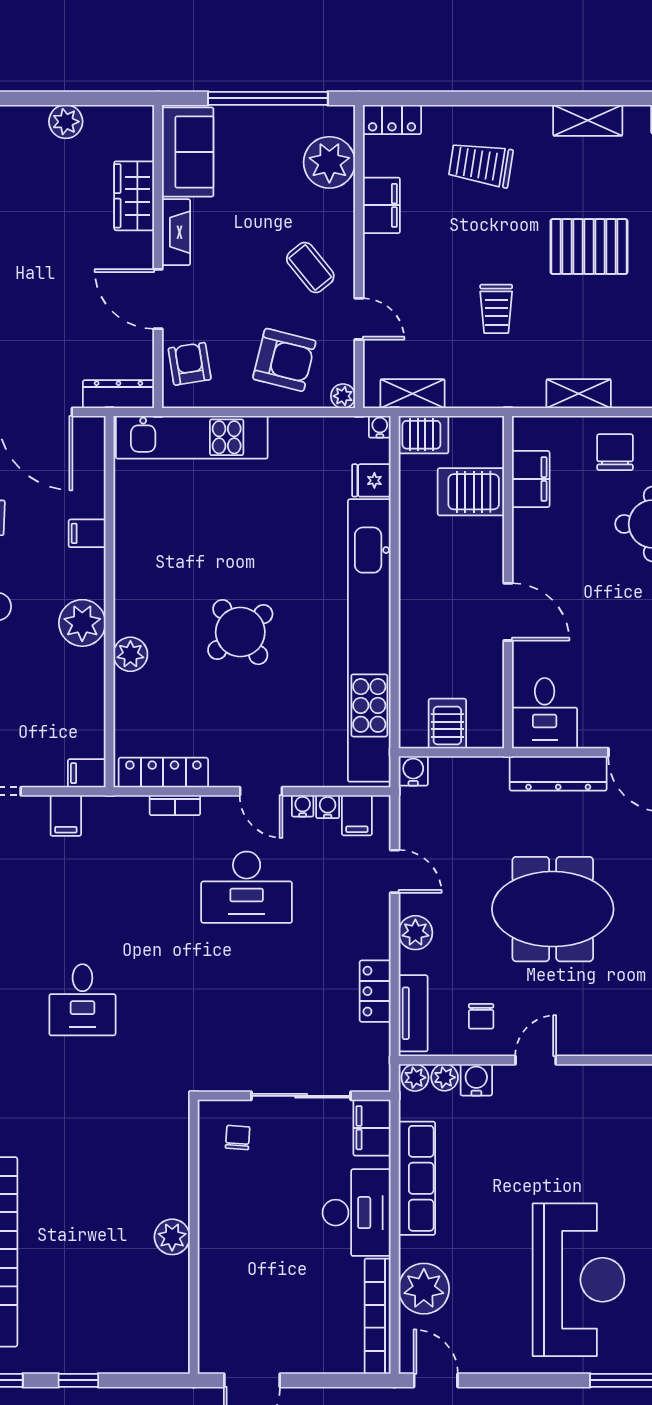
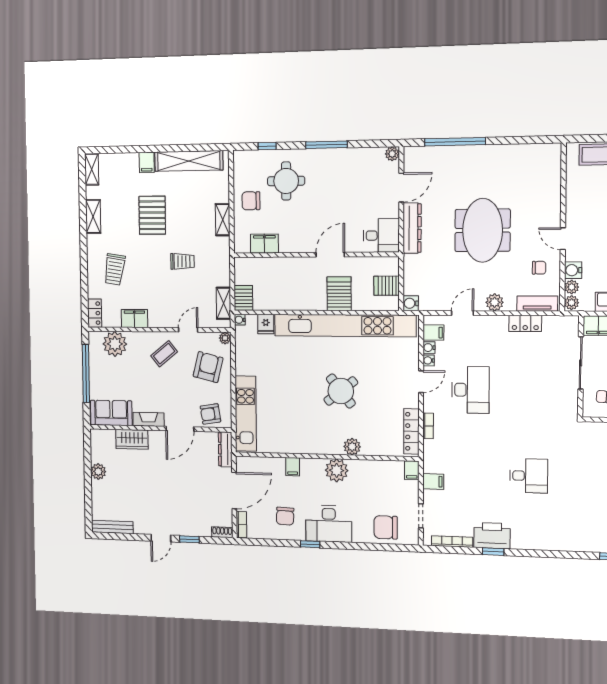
server rack: (471, 492) -> (339, 294), moved, turned 180

